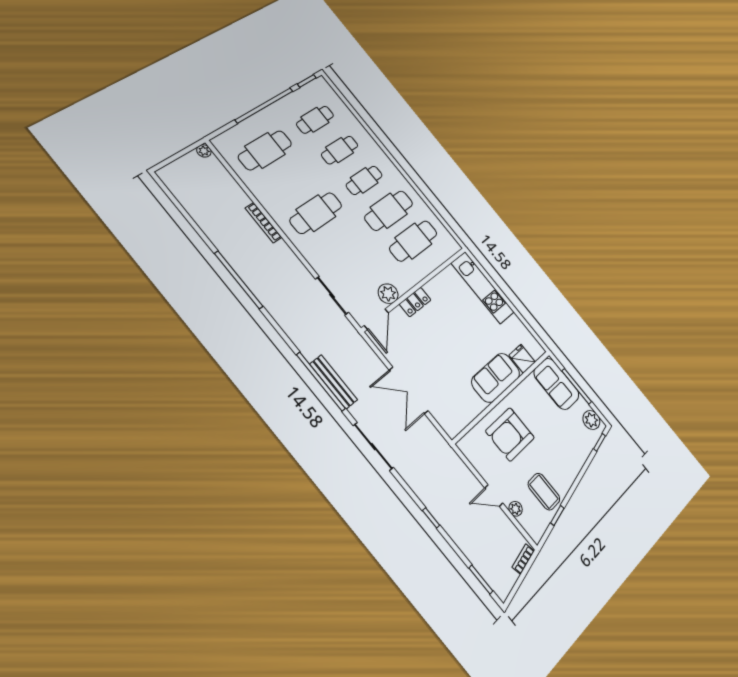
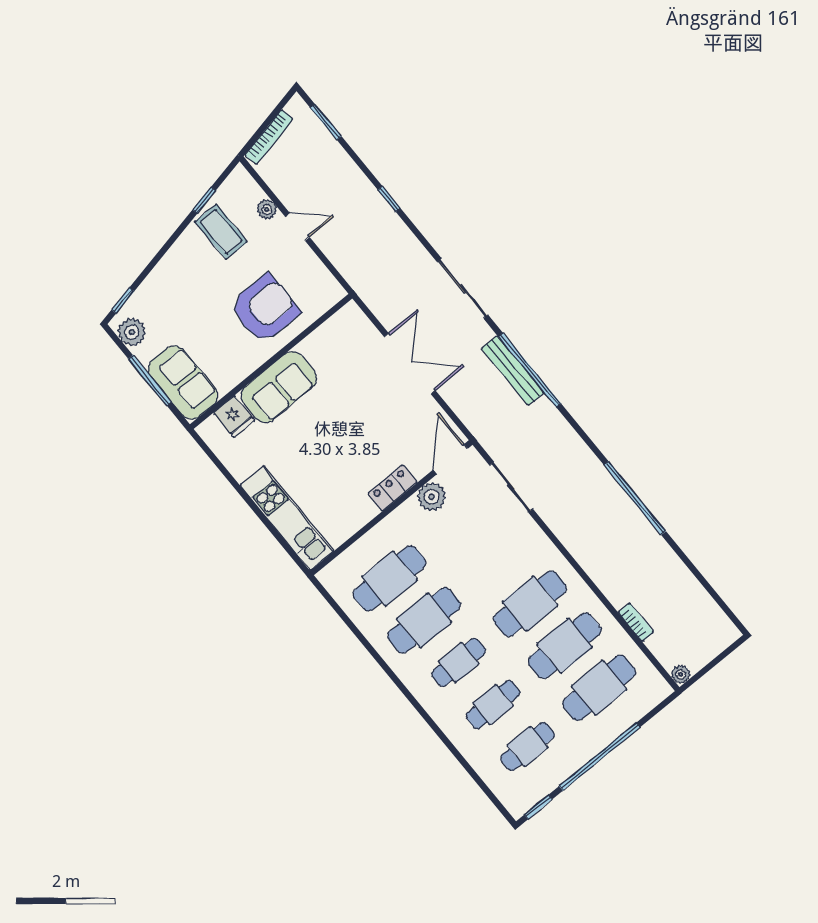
cafe table: (290, 182) -> (565, 646), added
bookcase: (264, 223) -> (636, 622), moved, width x0.64
bookcase: (523, 559) -> (269, 137), width x1.56

